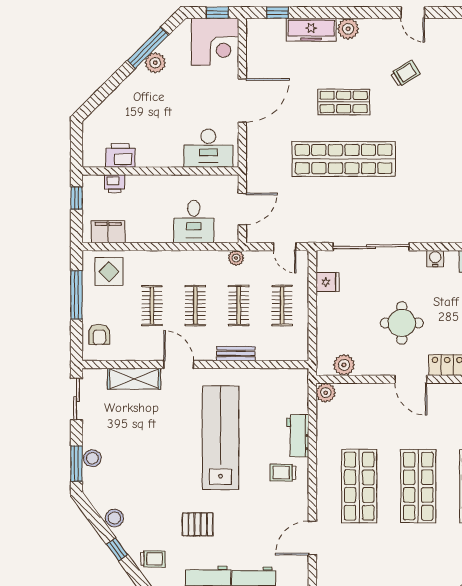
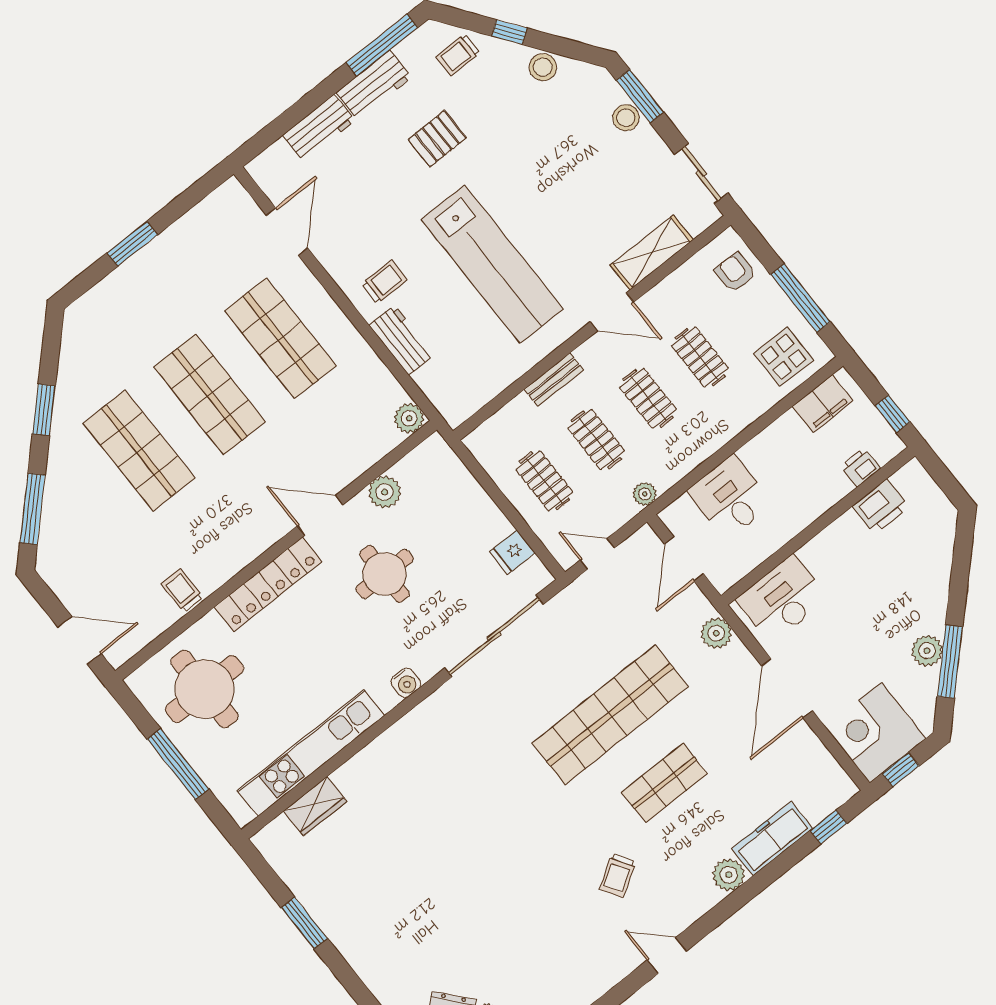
plant: (256, 157) -> (716, 633), added
plant: (344, 365) -> (384, 492), moved

